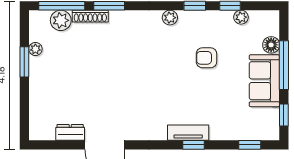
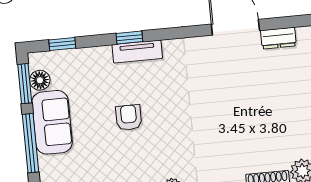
floor lamp: (271, 45) -> (40, 80), moved
armchair: (206, 58) -> (129, 117), moved, turned -90
window: (284, 115) -> (25, 84), width x1.50

